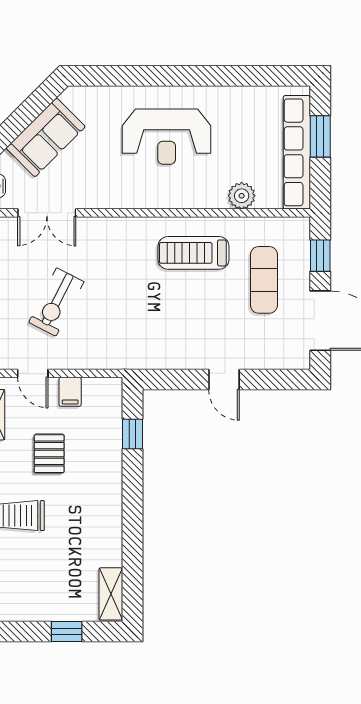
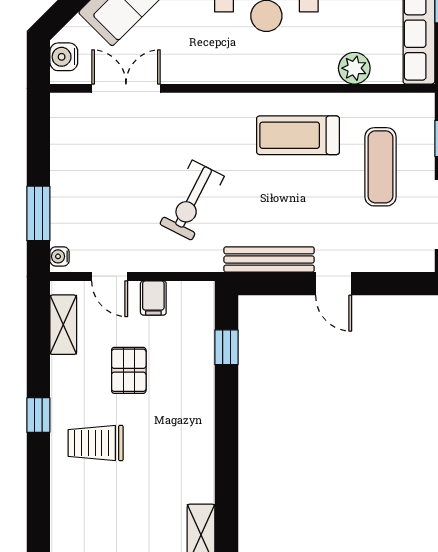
double door: (47, 213) -> (126, 88), swing flipped
exercise bike: (56, 302) -> (192, 200), moved
bench: (169, 359) -> (269, 259), added

